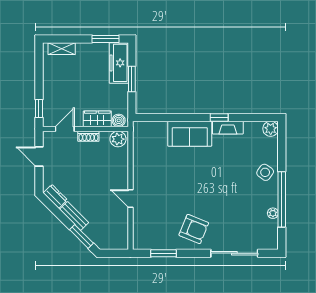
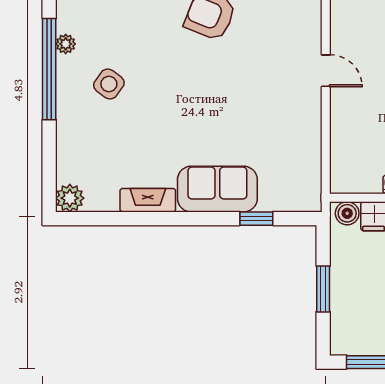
freezer: (119, 63) -> (347, 318), removed
window: (219, 118) -> (256, 219), moved
plant: (118, 139) -> (349, 179), removed
side table: (265, 172) -> (109, 84), moved

